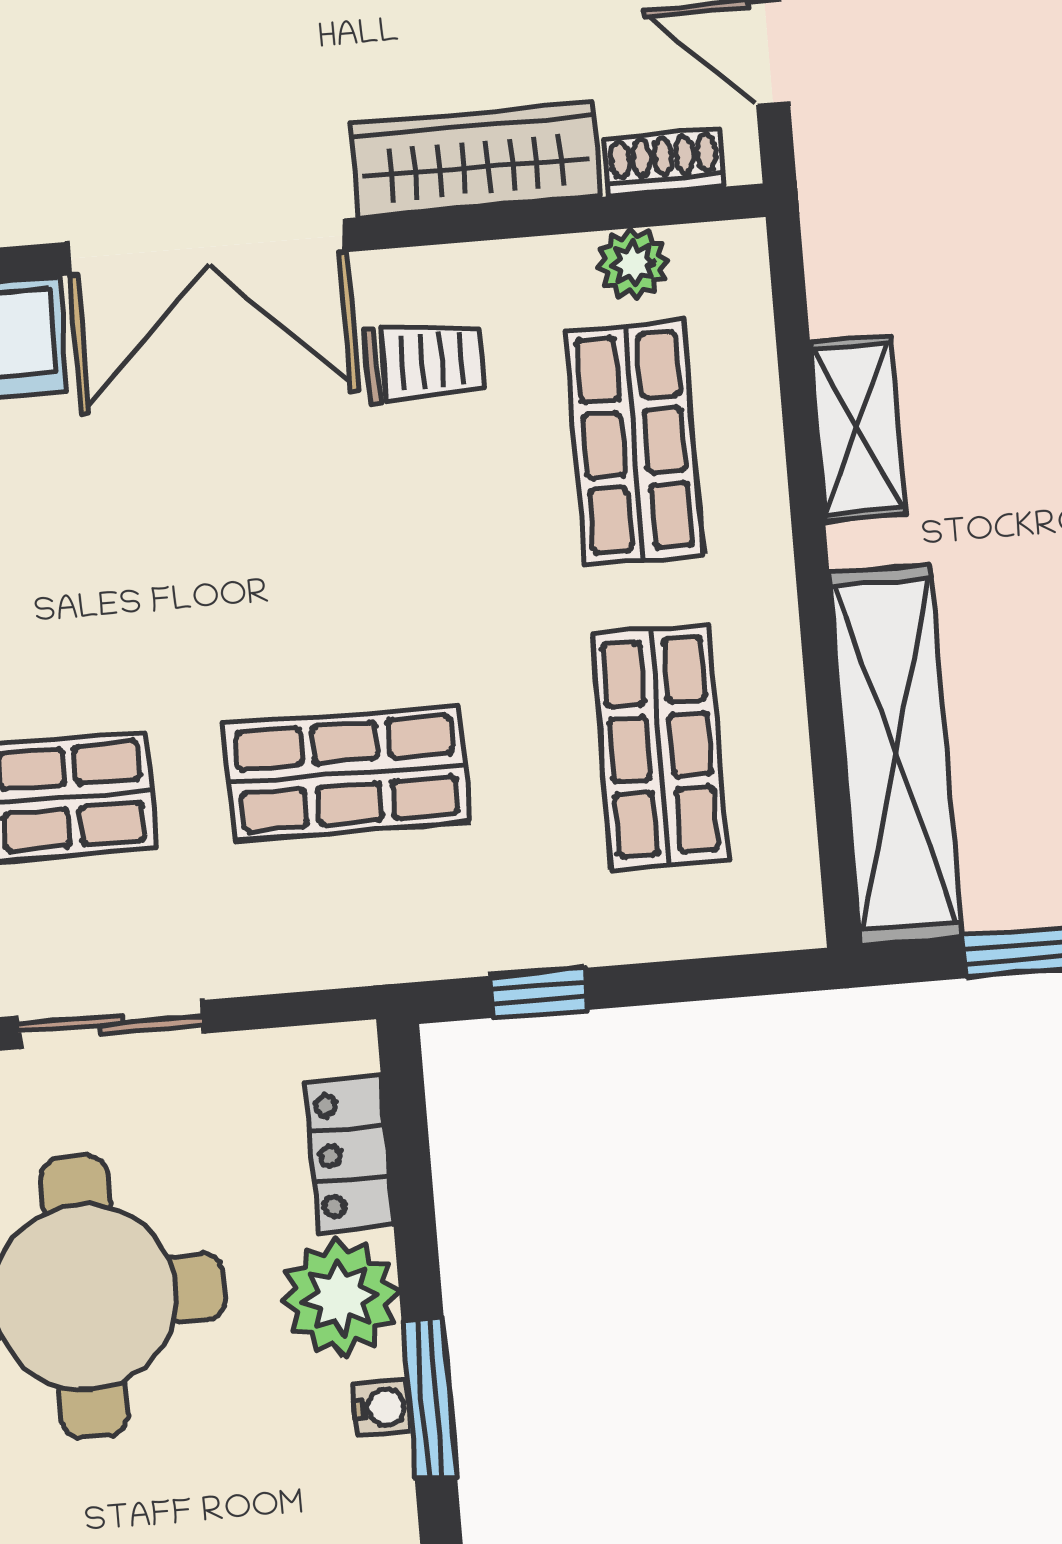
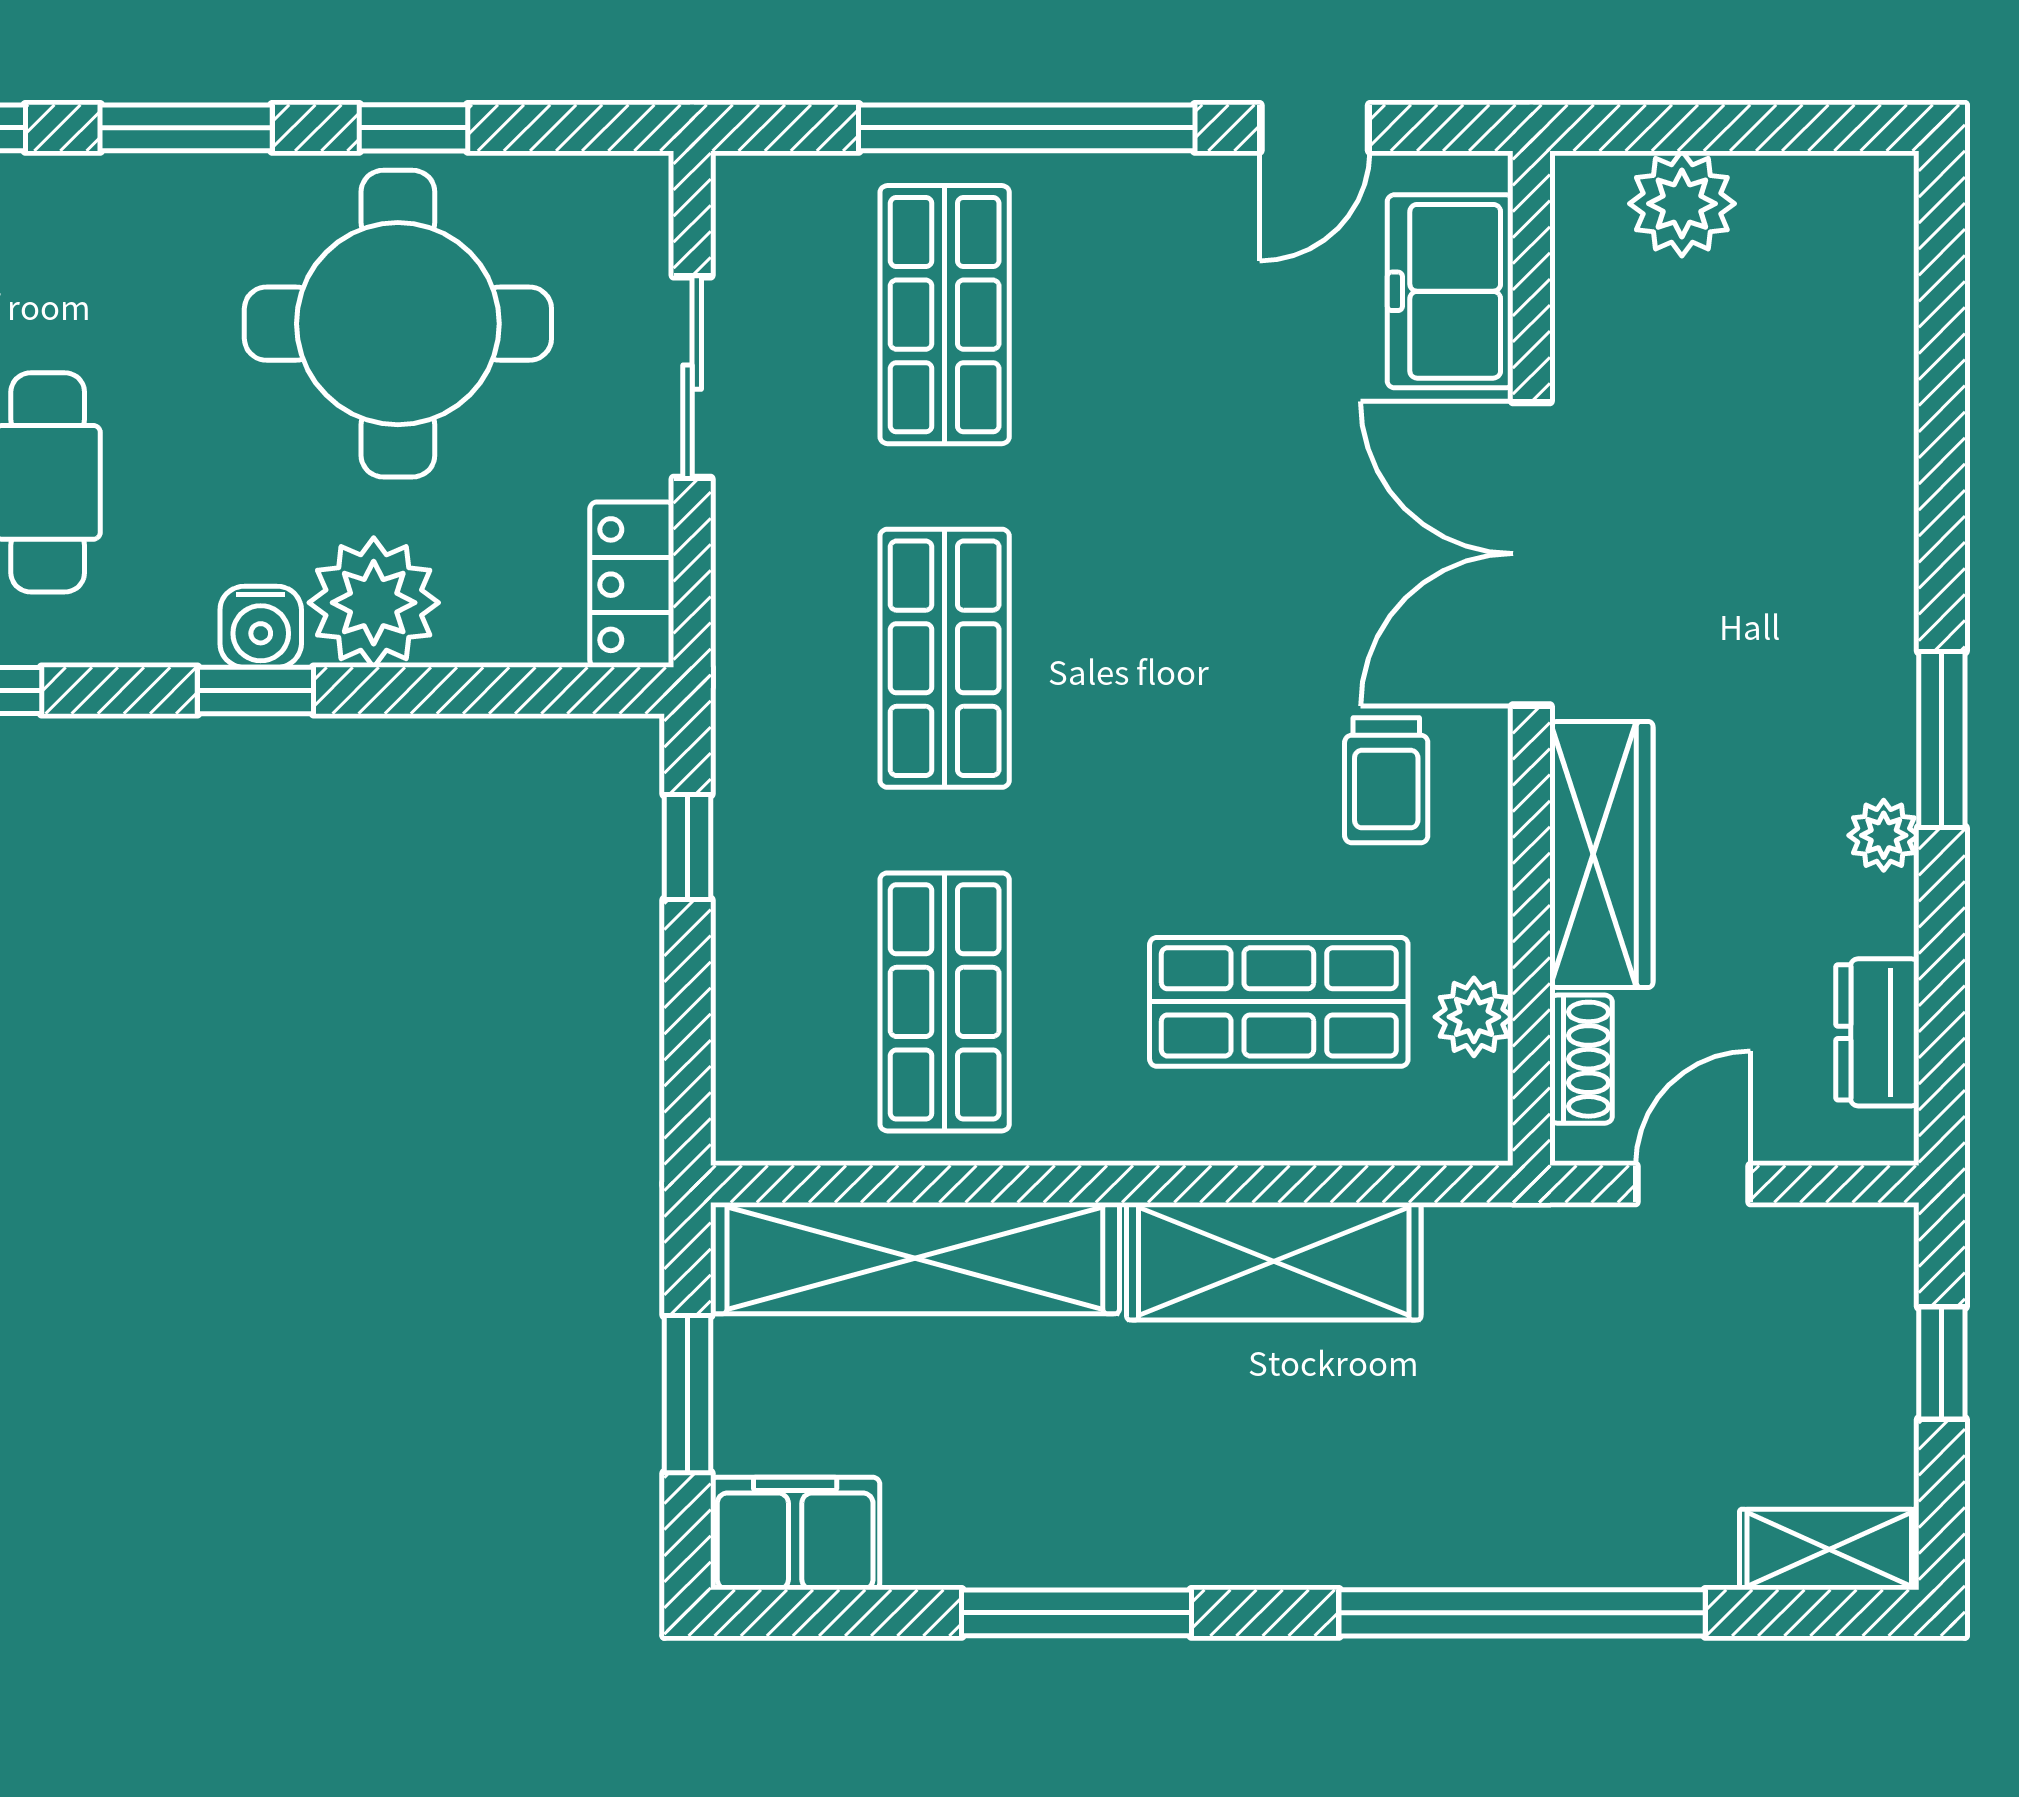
shelving: (858, 428) -> (1274, 1261), width x1.50, depth x1.33
shop shelf: (660, 747) -> (945, 1002), turned 90
locker: (349, 1154) -> (632, 585), moved, turned -90
window: (429, 1398) -> (255, 691), width x0.67
water cooler: (382, 1408) -> (261, 627), width x1.38, depth x1.38

